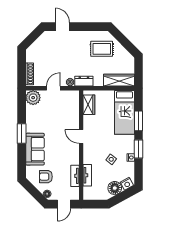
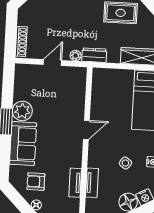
plant: (33, 98) -> (22, 111), moved
wardrobe: (89, 105) -> (99, 88), removed
door: (81, 137) -> (86, 130), swing flipped

